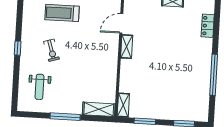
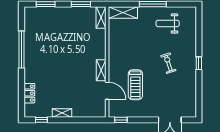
treadmill: (62, 13) -> (135, 85), moved, turned 90
door: (121, 23) -> (107, 91), hinge flipped
weight bench: (40, 87) -> (168, 23), moved, turned -90

